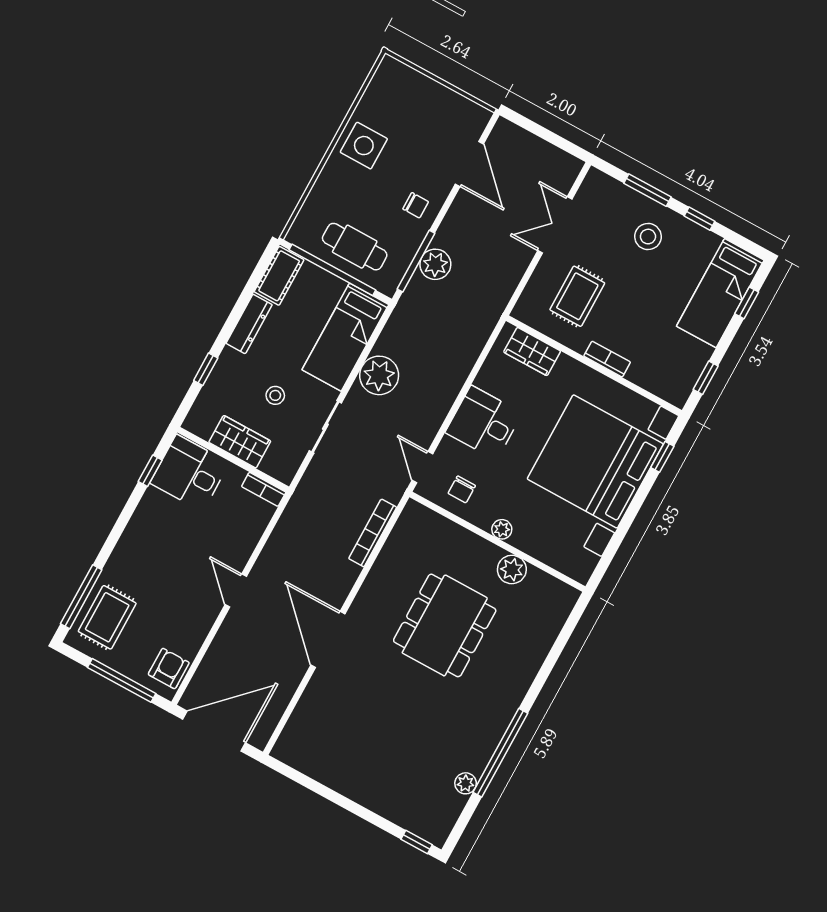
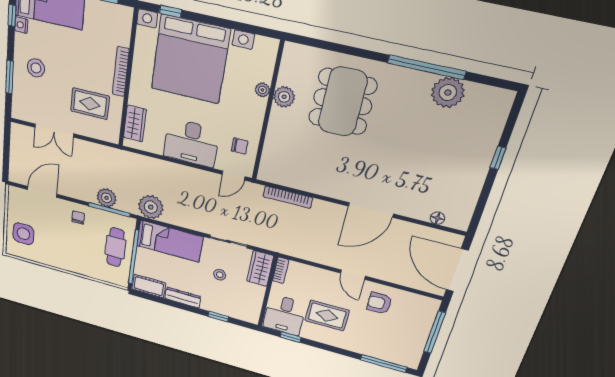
side table: (364, 146) -> (23, 234), moved
window: (700, 219) -> (12, 15), moved
nightstand: (709, 241) -> (21, 25), added
bookcase: (607, 359) -> (121, 72), width x1.56
plant: (379, 375) -> (151, 207), moved
desk: (484, 423) -> (191, 143), width x1.37
wardrobe: (240, 442) -> (260, 268), moved
plant: (502, 529) -> (262, 90), moved
door: (236, 590) -> (353, 275), hinge flipped
rug: (107, 617) -> (327, 315), moved
dining table: (445, 625) -> (343, 102), moved, turned 90
armchair: (169, 668) -> (379, 303), moved
floor lamp: (297, 722) -> (438, 218), added
plant: (466, 783) -> (448, 93), width x1.87, depth x1.87
window: (417, 842) -> (498, 158), moved

